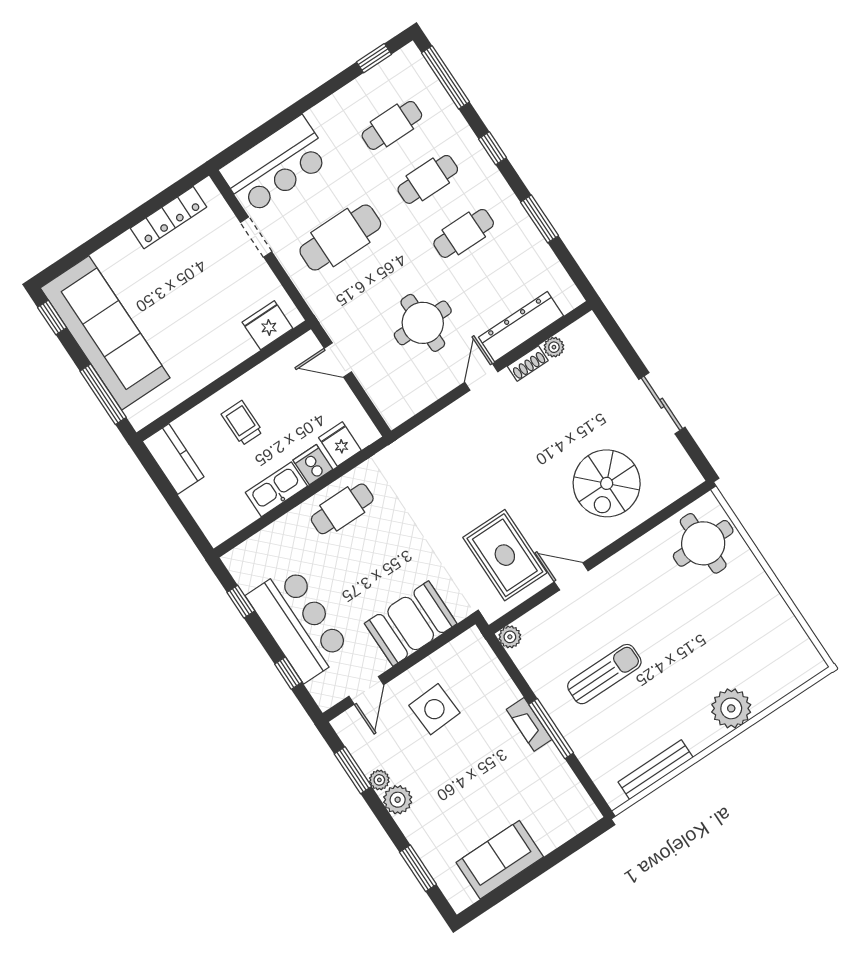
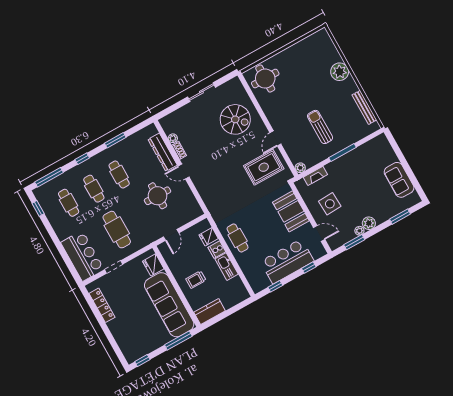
sofa: (105, 333) -> (169, 305), moved, turned -90
fireplace: (529, 724) -> (315, 176), moved

